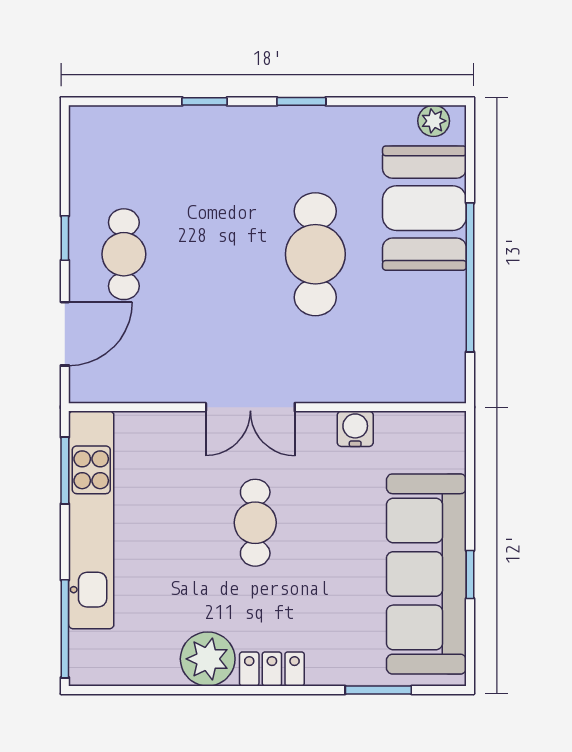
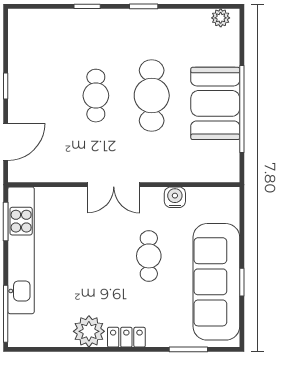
booth: (424, 208) -> (215, 103), moved
cafe table: (124, 254) -> (96, 96), moved
cafe table: (255, 523) -> (149, 256), moved

